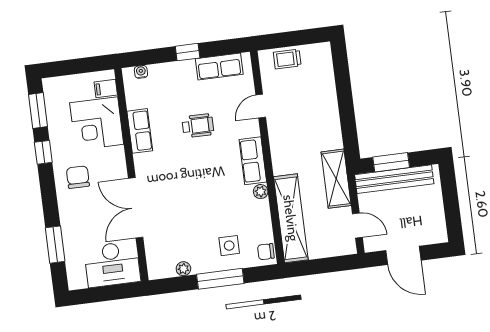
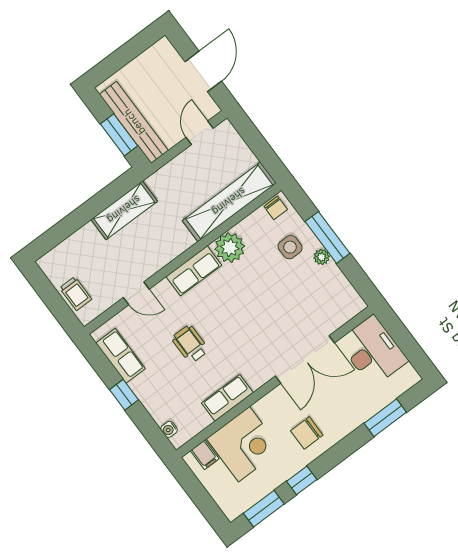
shelving: (336, 179) -> (124, 210), moved
plant: (261, 192) -> (230, 248), width x1.88, depth x1.88
plant: (183, 269) -> (322, 257), moved

